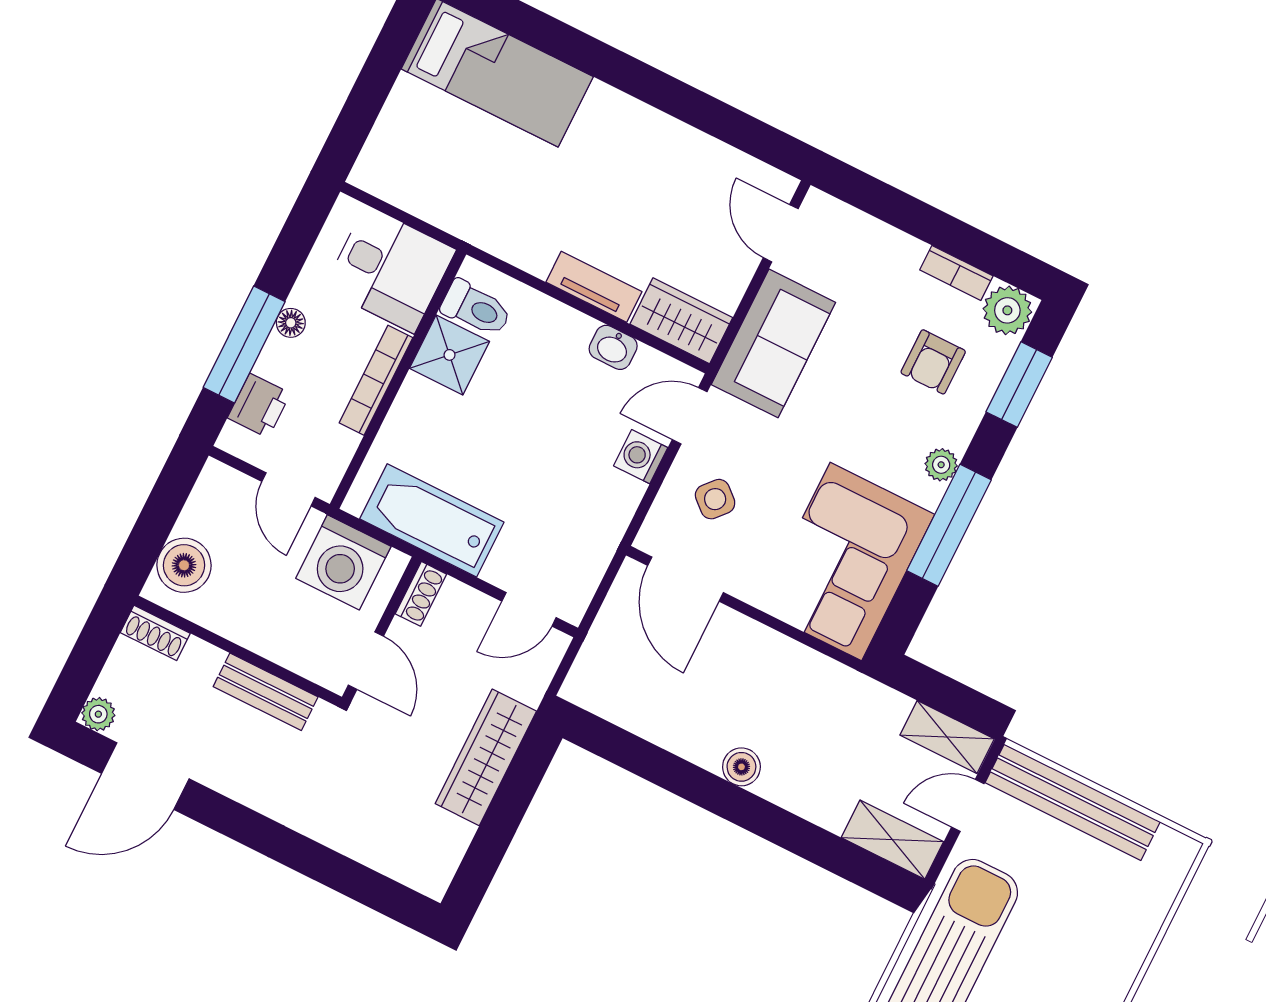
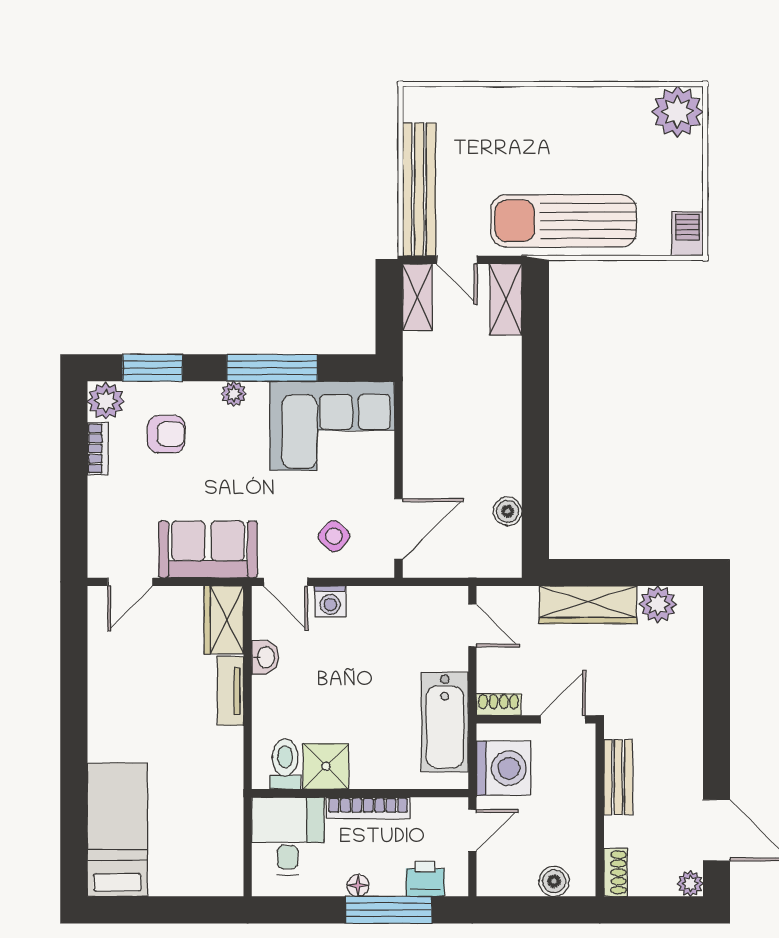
boiler: (184, 565) -> (554, 881), width x0.73, depth x0.73
boiler: (741, 767) -> (508, 511), moved
plant: (445, 840) -> (658, 604), added

